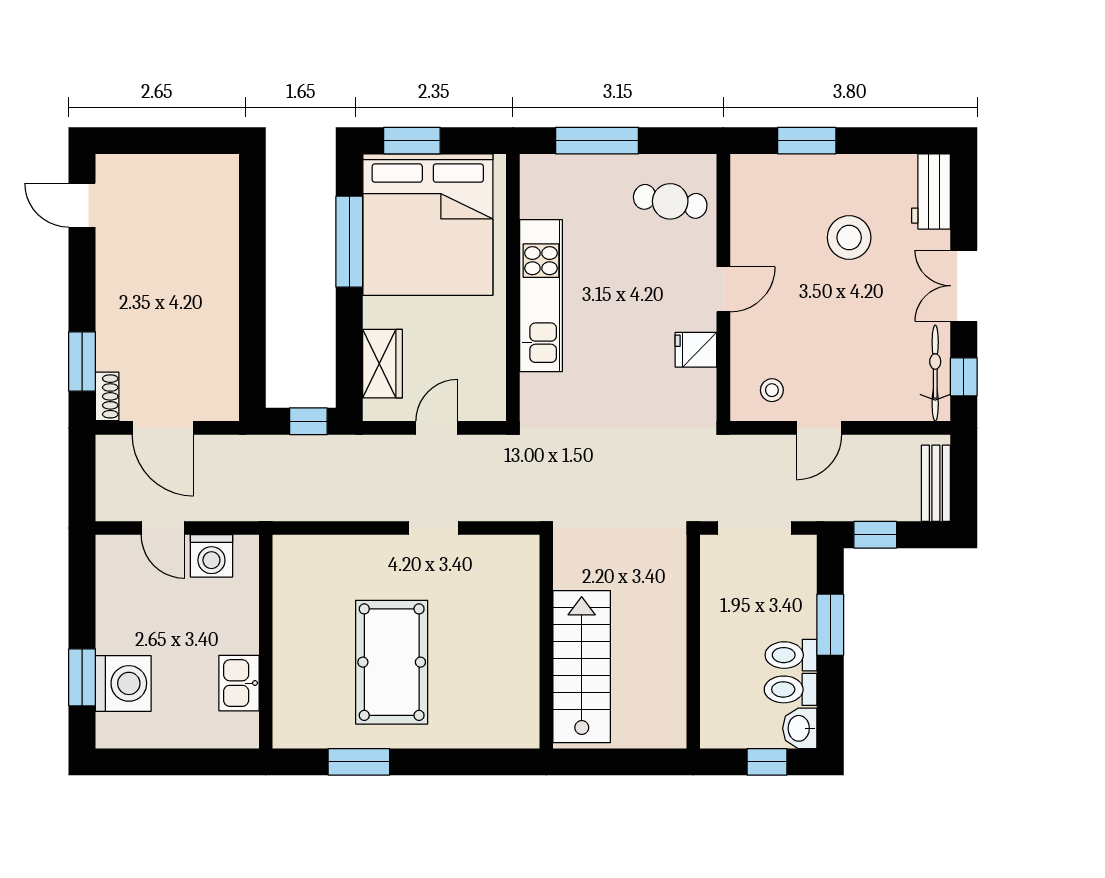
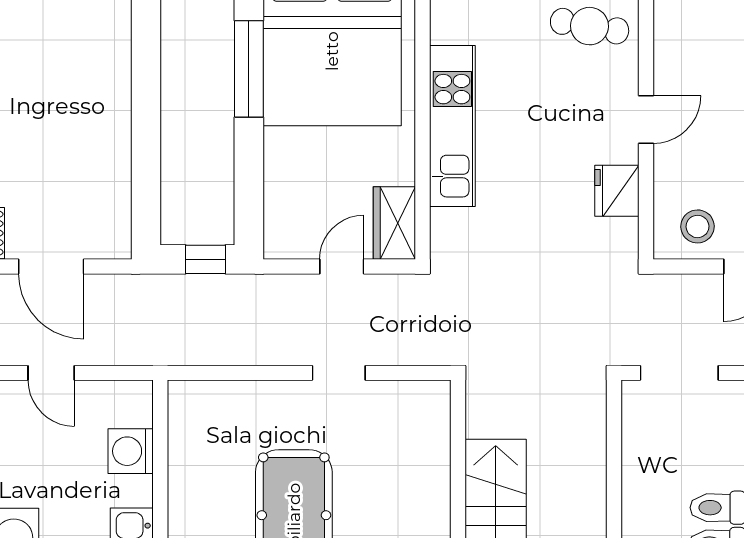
fridge: (696, 350) -> (617, 191), width x1.38
wardrobe: (382, 364) -> (394, 223), moved, turned 180
stool: (772, 390) -> (698, 226), width x1.37, depth x1.37
washing machine: (211, 556) -> (131, 451), moved, turned 90

